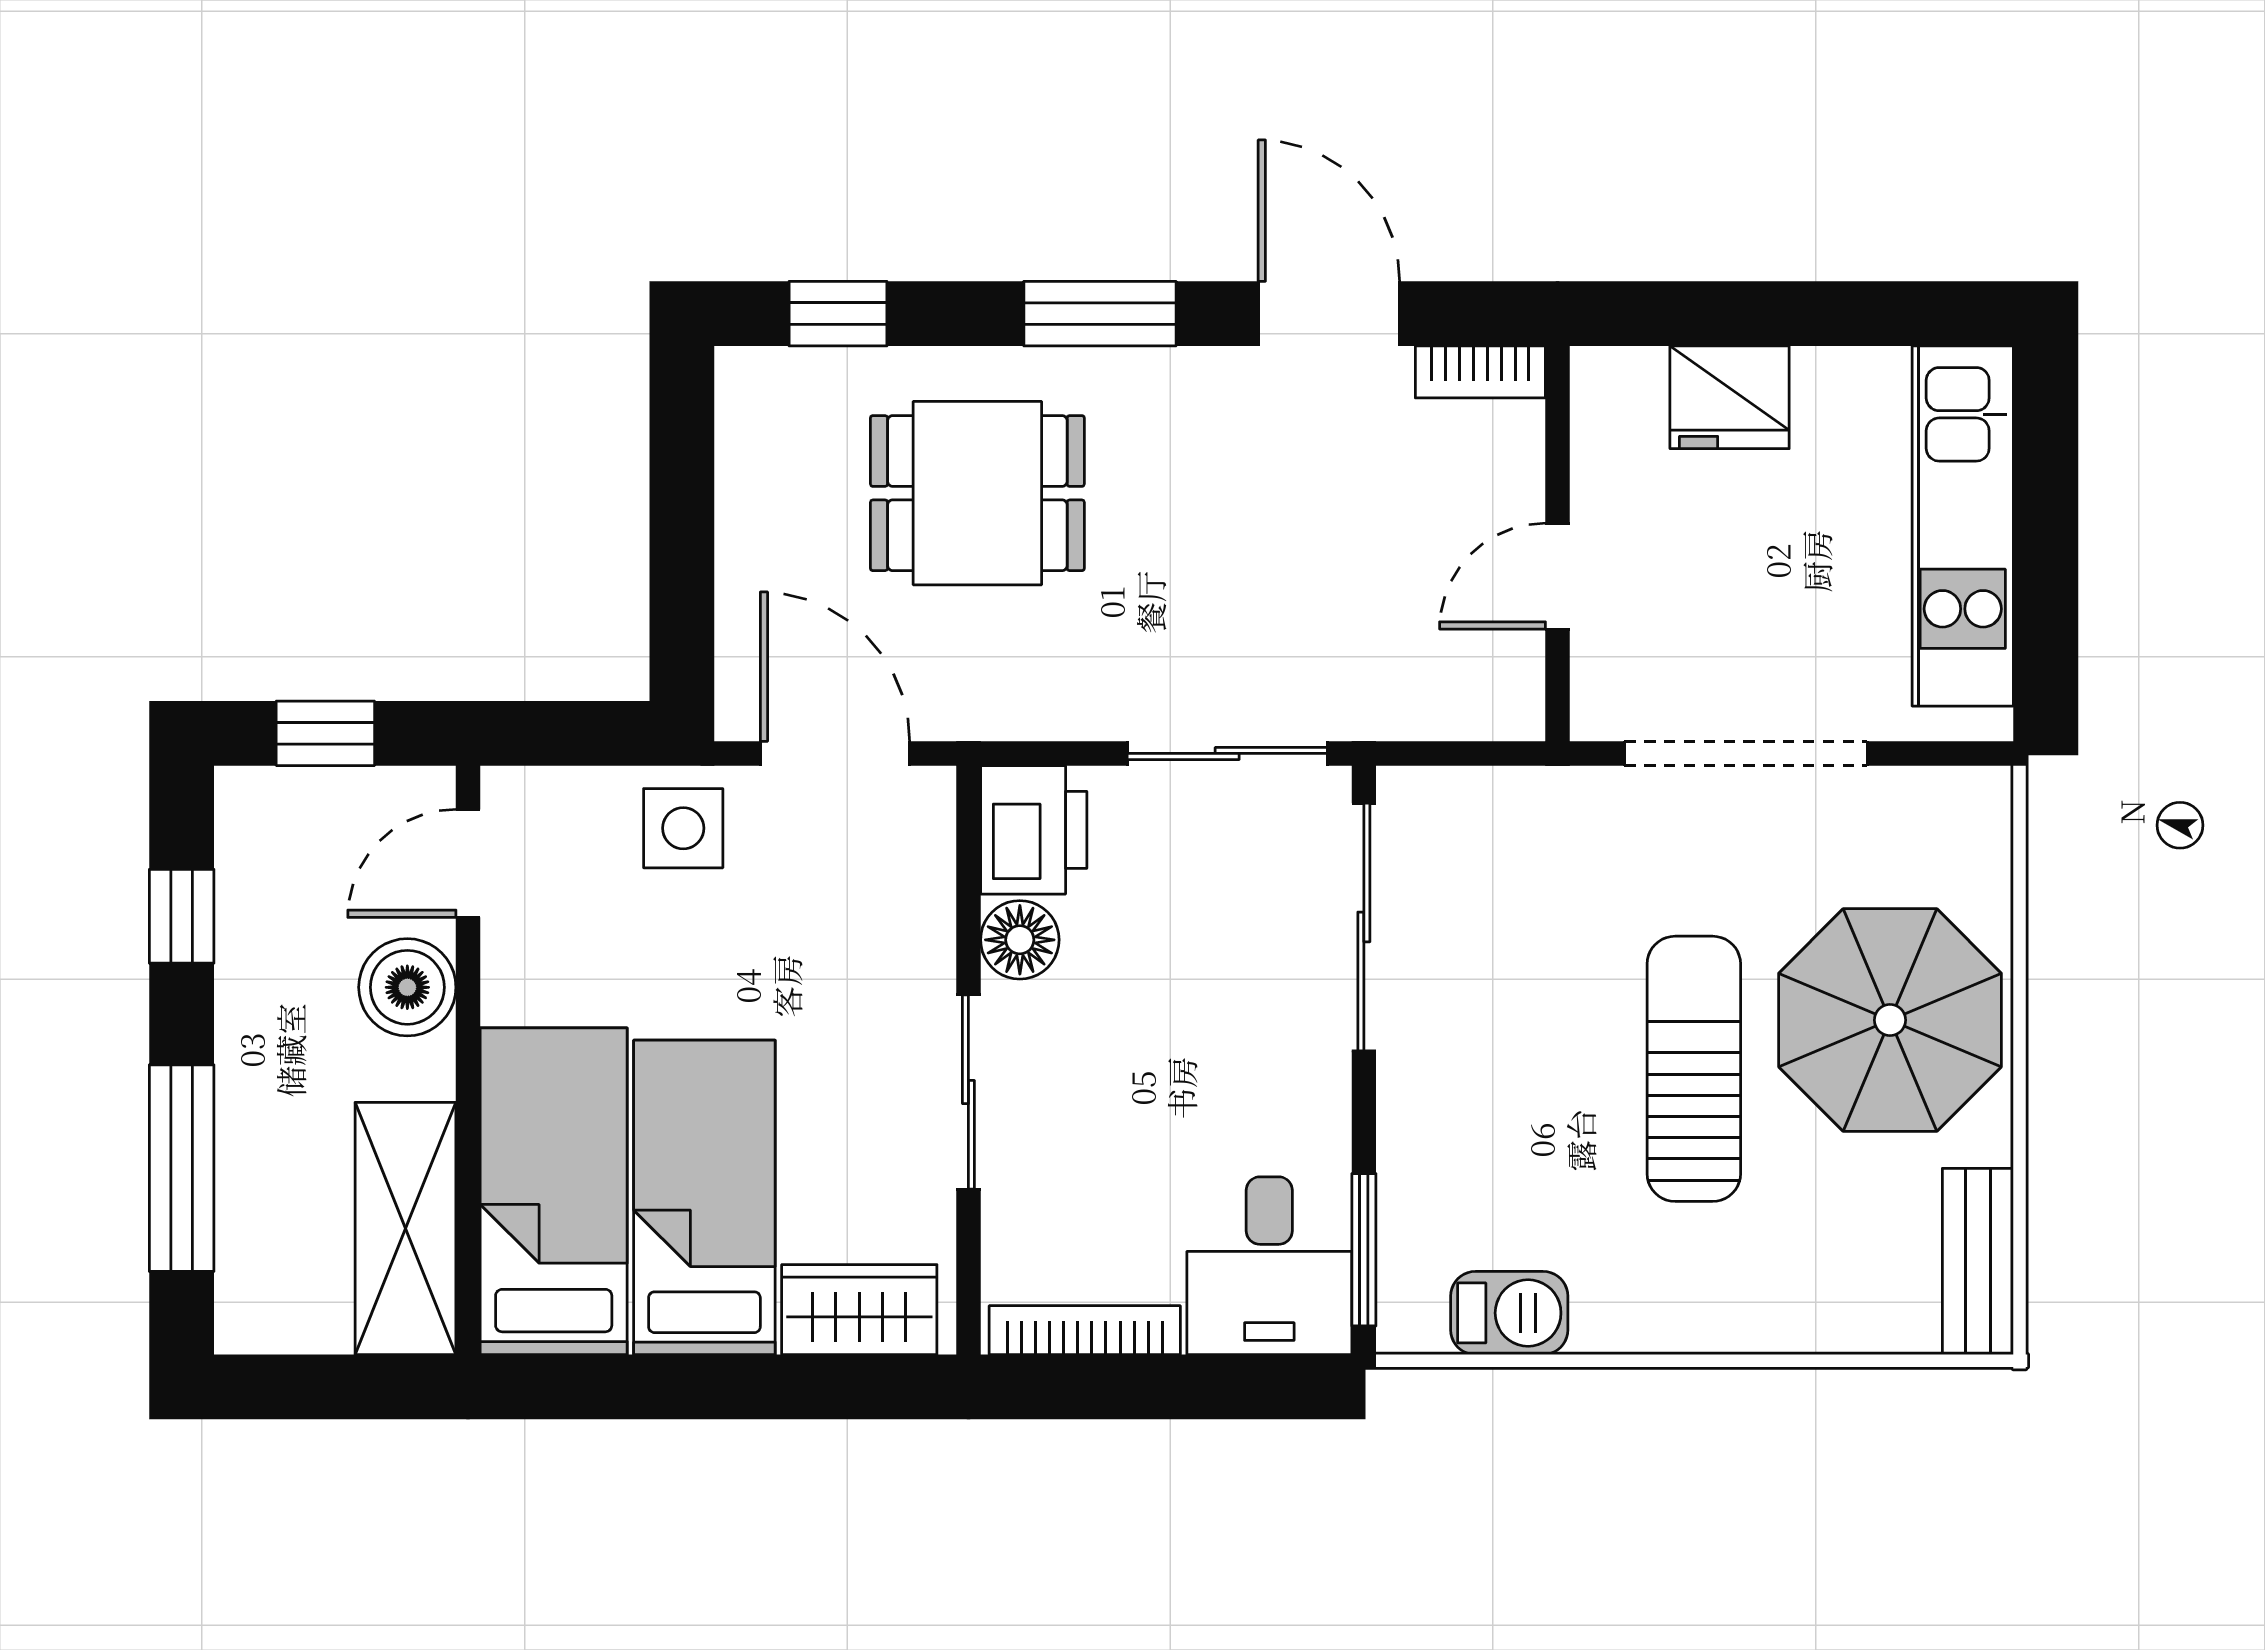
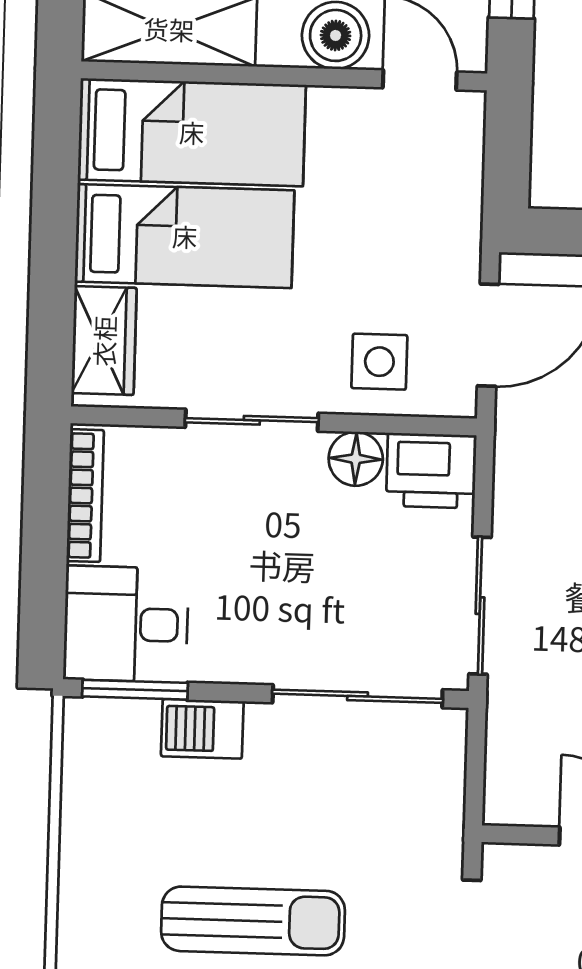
side table: (683, 828) -> (379, 362), moved
barbecue: (1509, 1313) -> (202, 729), moved, turned 90

